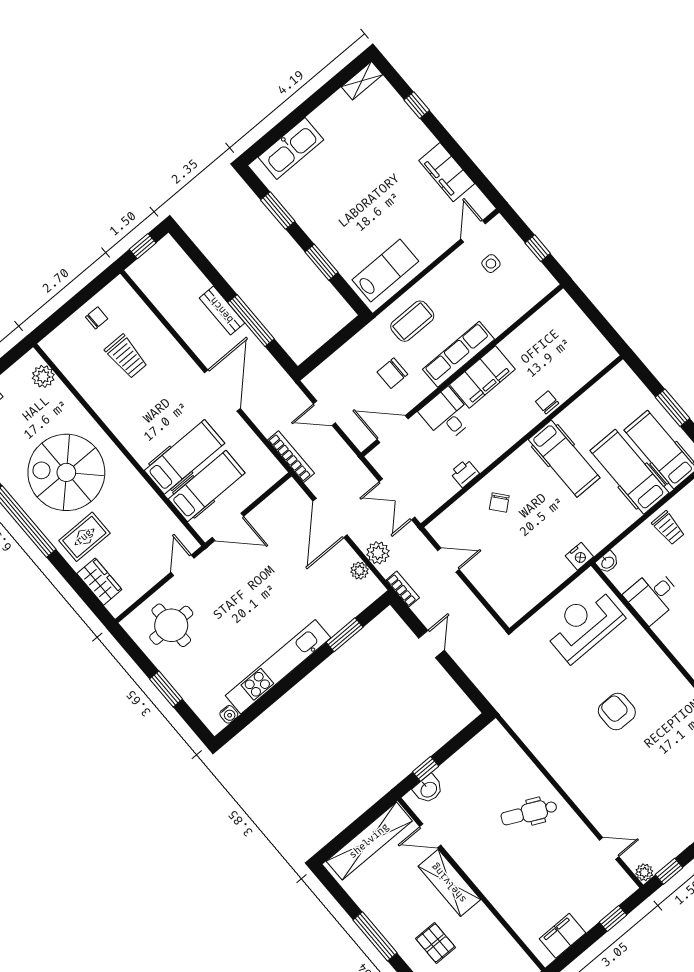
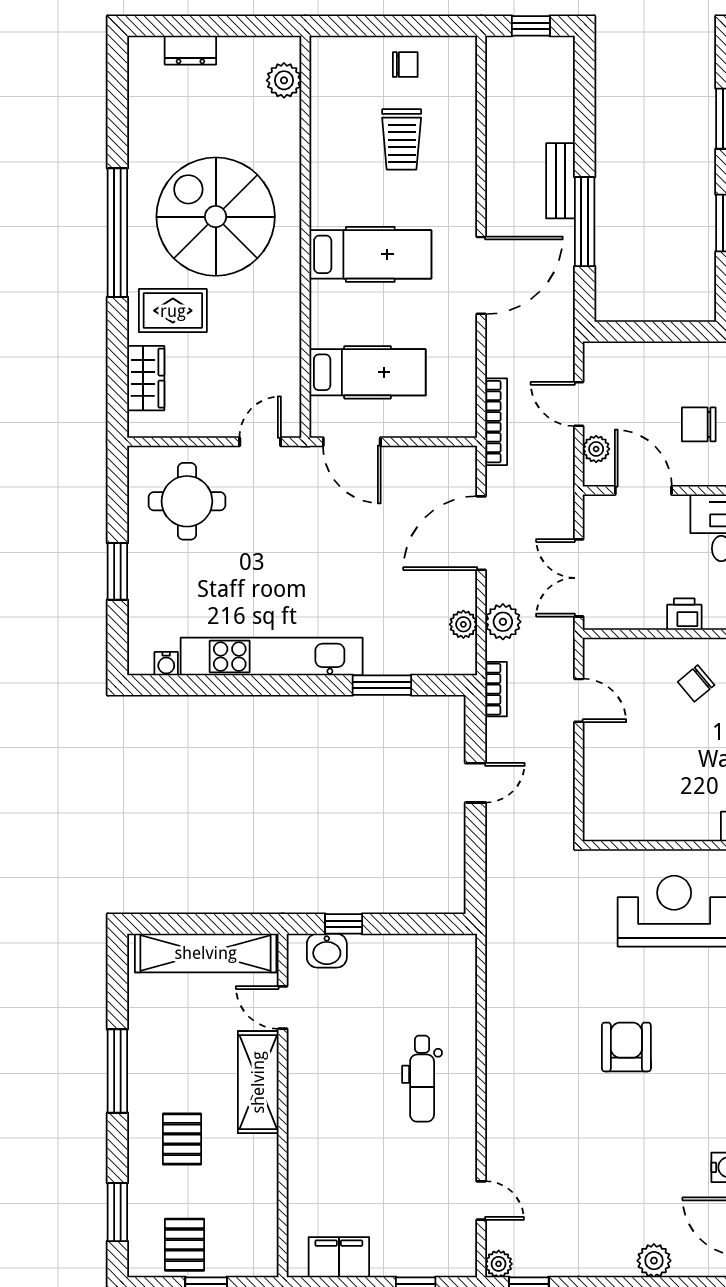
plant: (352, 428) -> (596, 449), added
hospital bed: (184, 457) -> (370, 254), moved
dental chair: (529, 813) -> (422, 1079), turned -116

